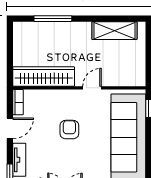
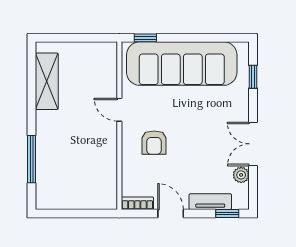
wardrobe: (44, 76) -> (105, 171), removed
armchair: (69, 130) -> (154, 143), moved, turned -90

